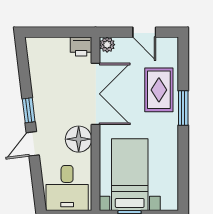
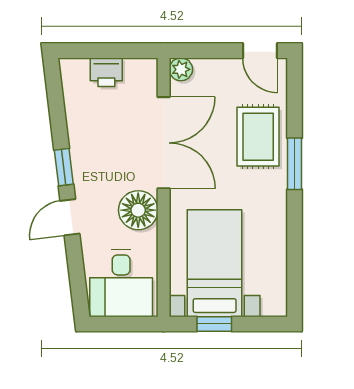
door: (144, 32) -> (260, 51), moved
printer: (81, 47) -> (106, 72), moved

